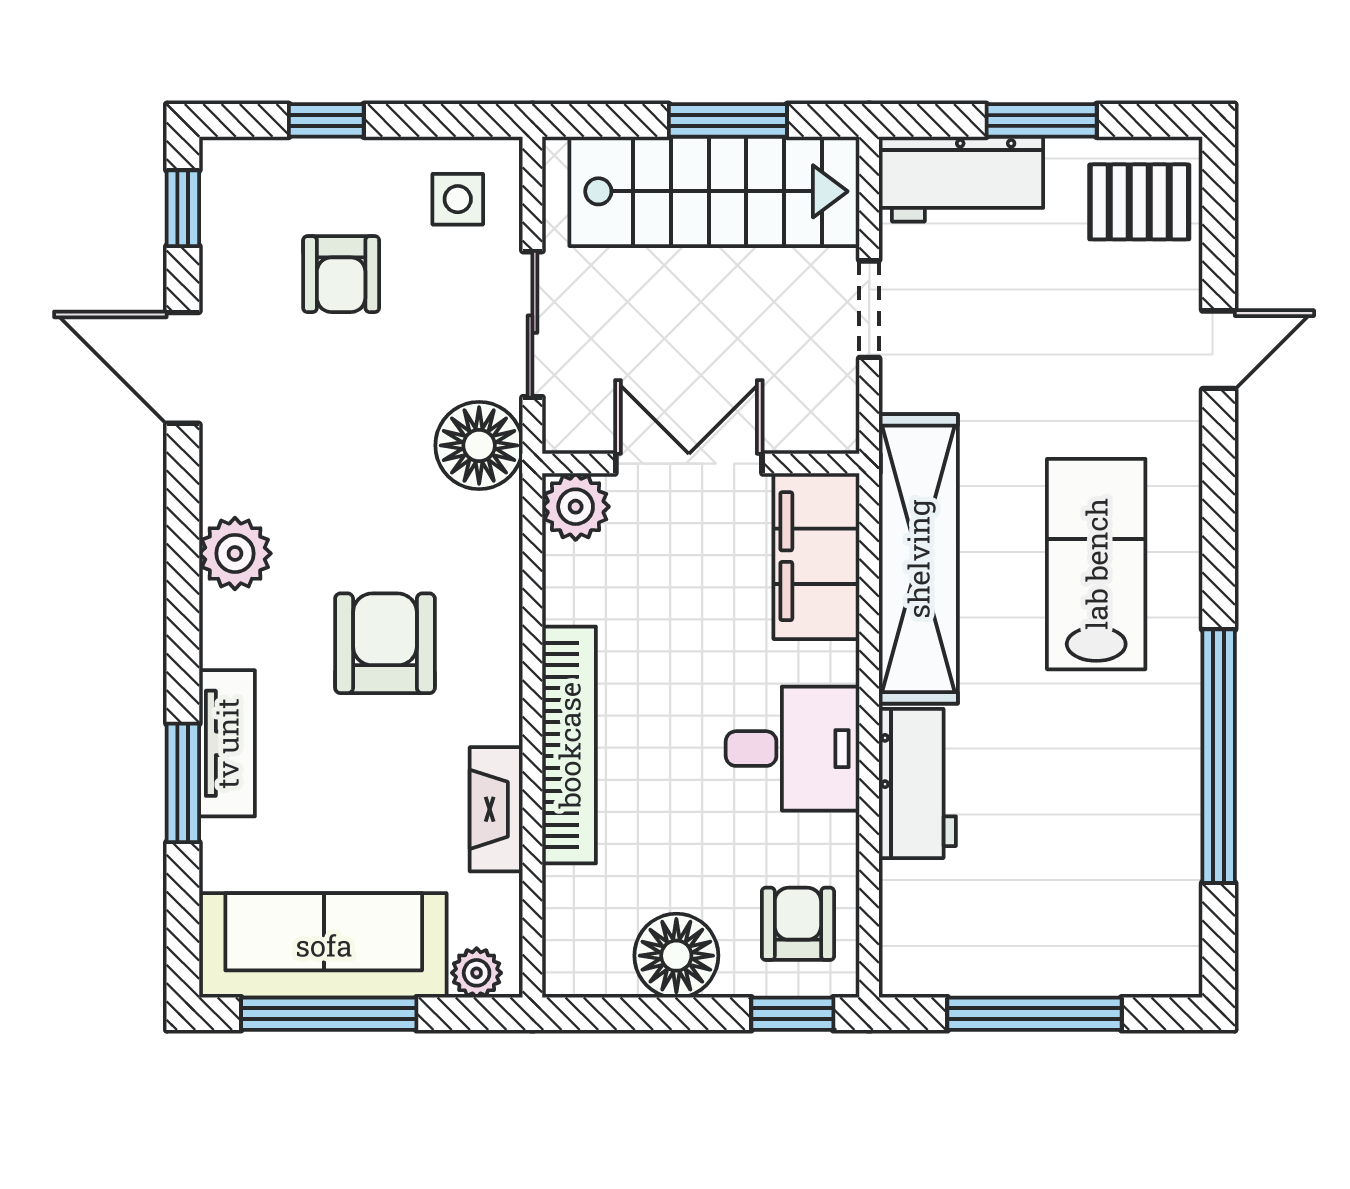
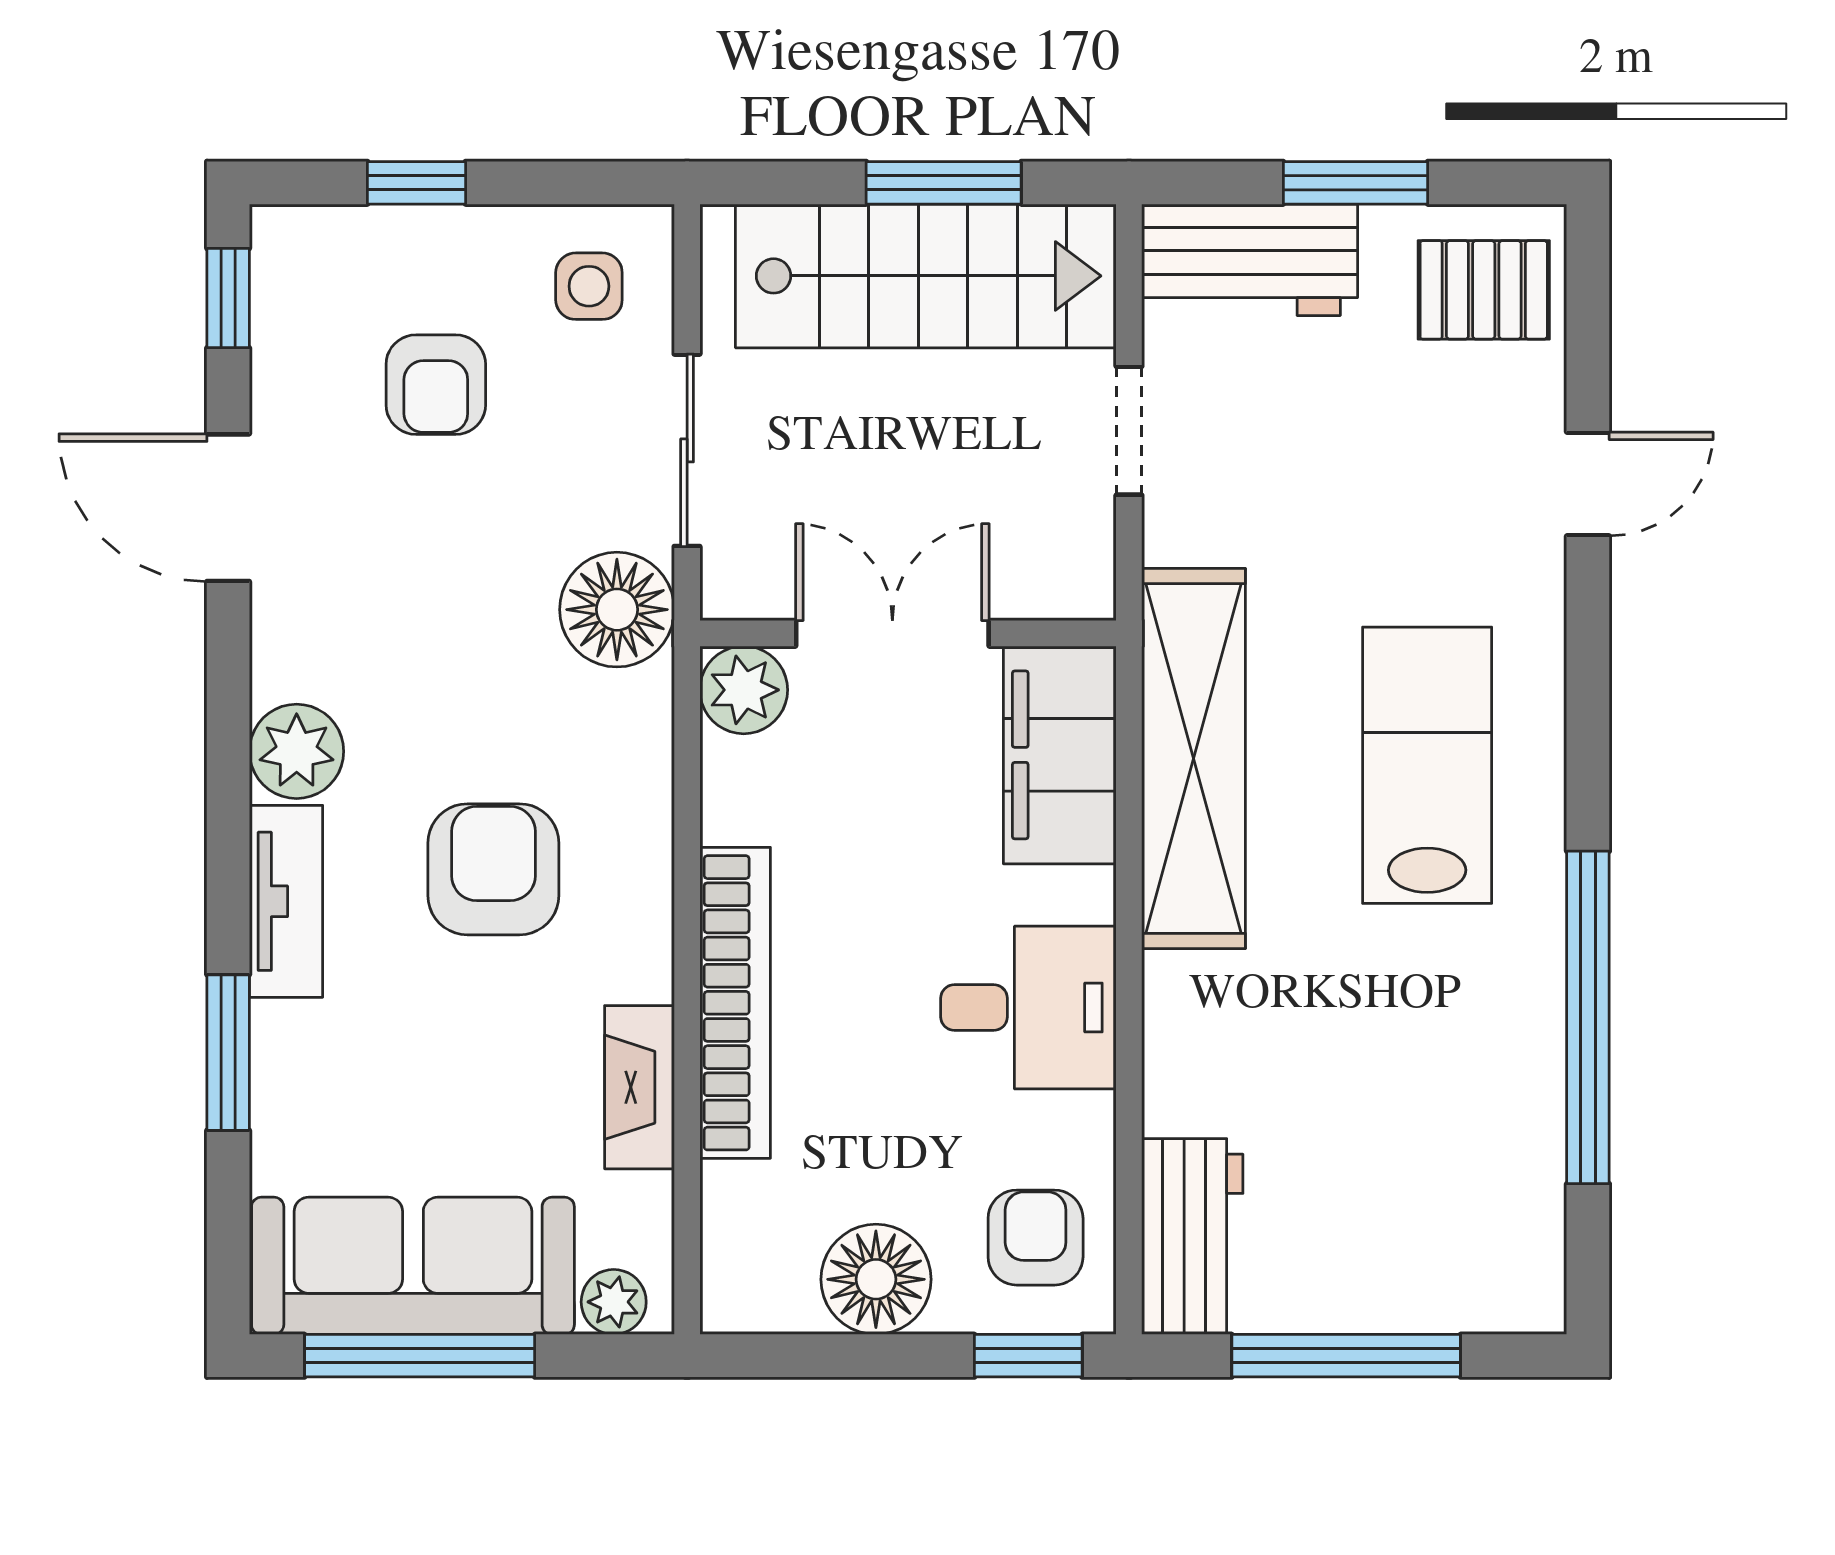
tv unit: (227, 743) -> (286, 901), moved
workbench: (917, 783) -> (1192, 1236), moved

